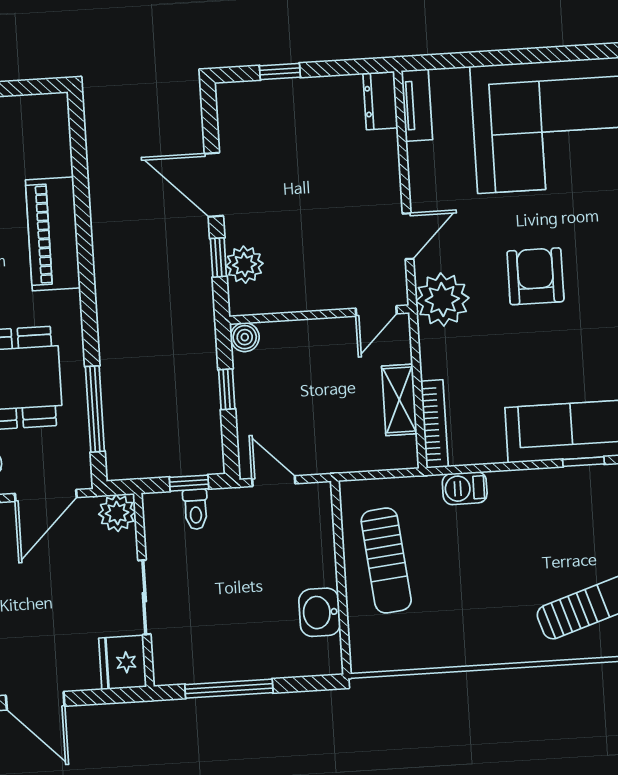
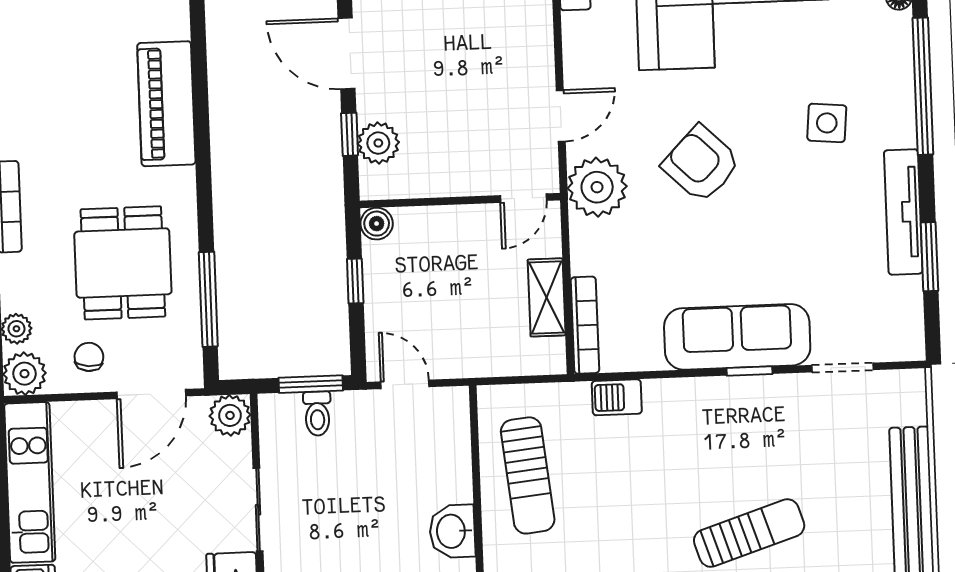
armchair: (535, 276) -> (701, 164), turned -46
window: (189, 483) -> (311, 384), width x1.50

